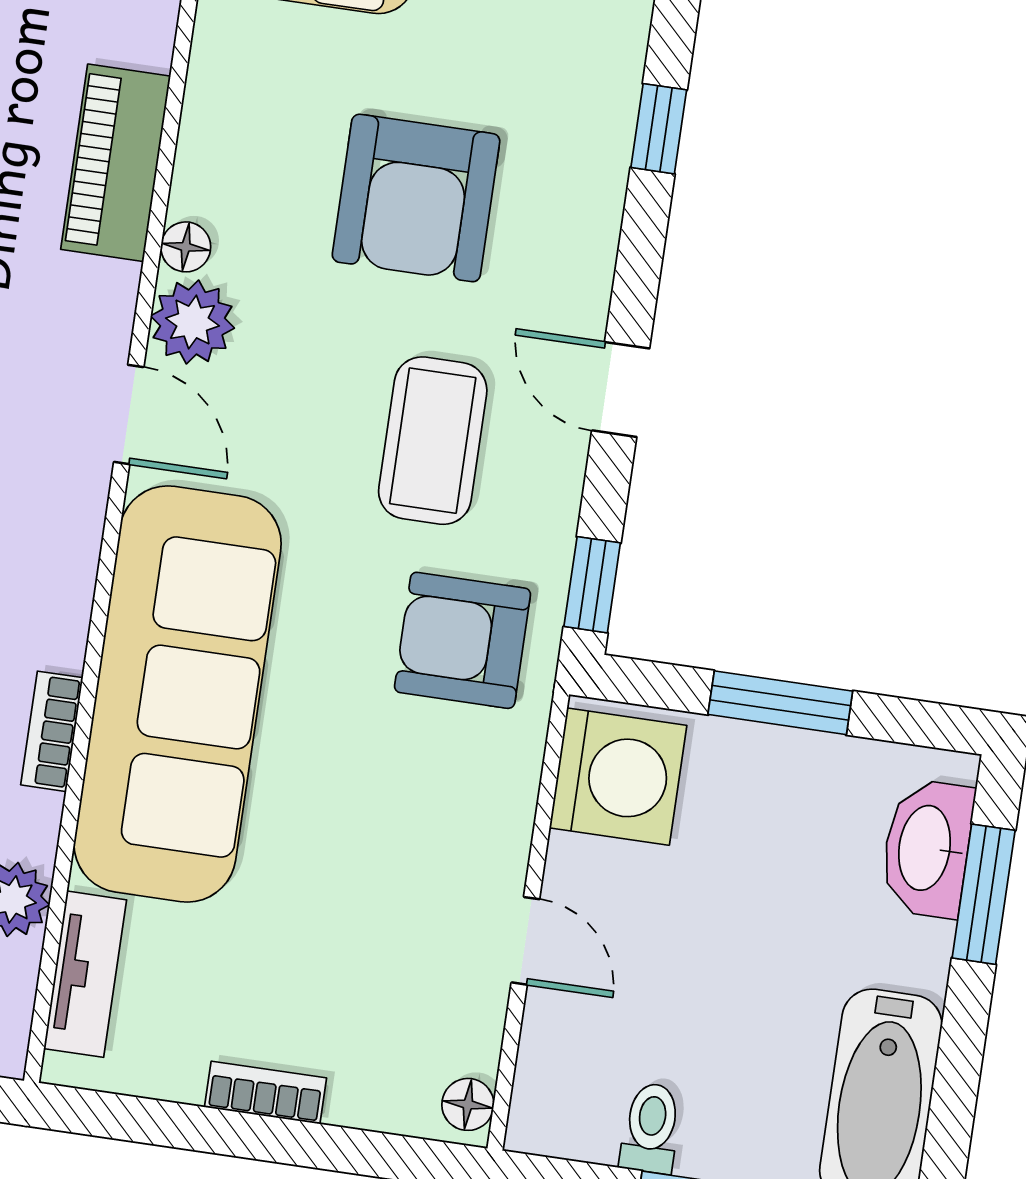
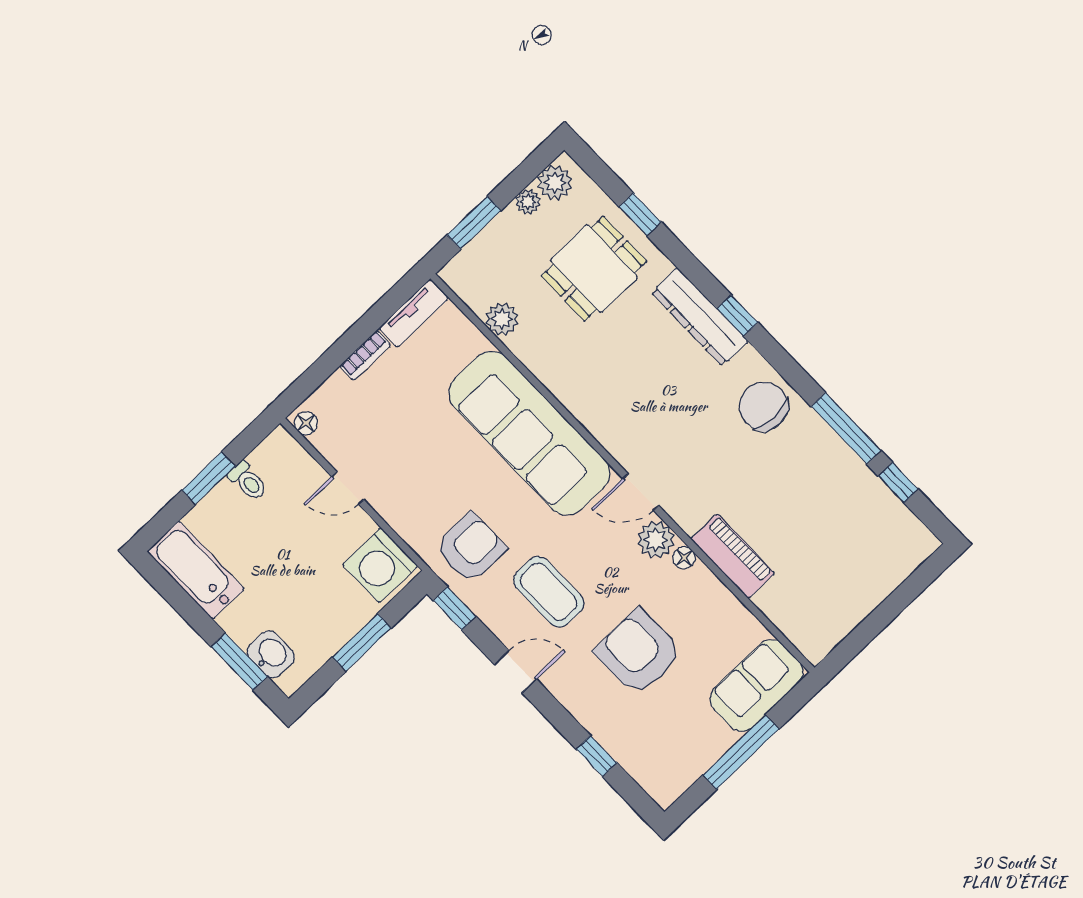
bookcase: (52, 731) -> (550, 379), removed
washbasin: (927, 848) -> (271, 654), width x0.72
tv unit: (85, 974) -> (414, 313), moved, turned -90

